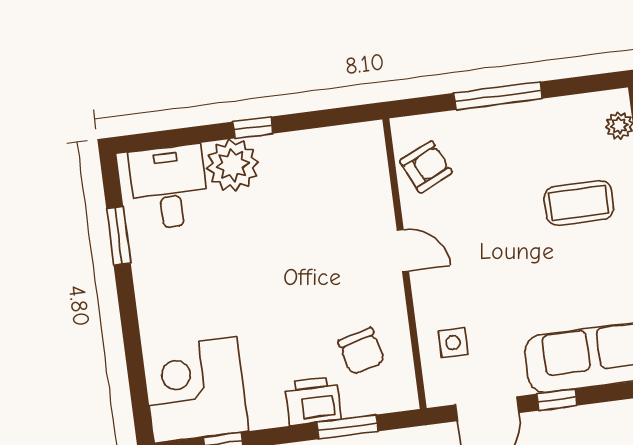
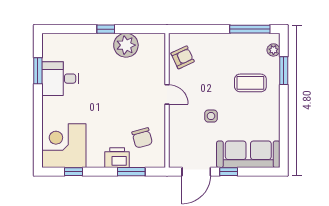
window: (498, 96) -> (250, 29), moved
plant: (233, 165) -> (126, 45), moved
desk: (169, 187) -> (60, 79), moved, turned -90
side table: (453, 343) -> (211, 116), moved

